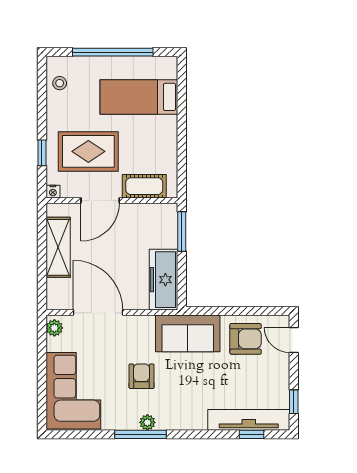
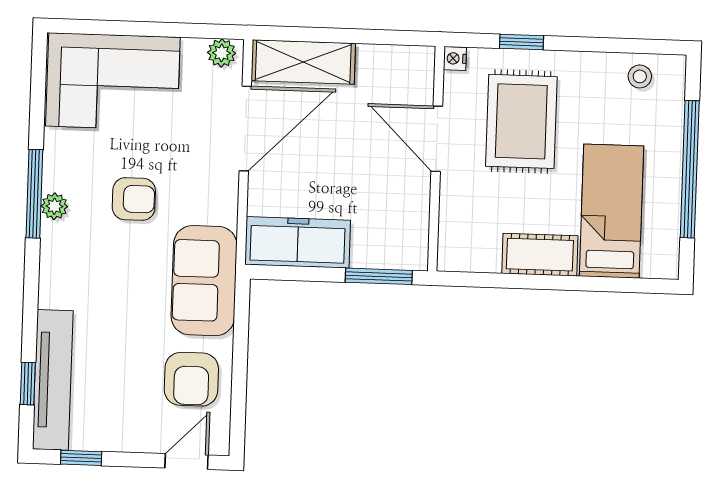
cot: (144, 186) -> (540, 255), moved, turned 90
shelving: (58, 247) -> (303, 62), moved

